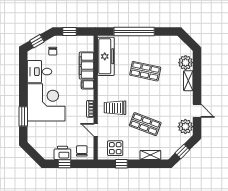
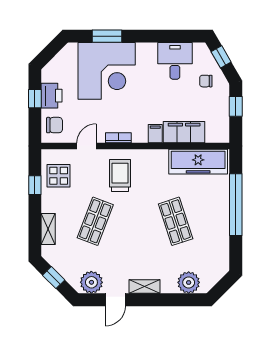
shop shelf: (145, 71) -> (176, 221), turned -30
shelving: (188, 81) -> (145, 287), moved
corner desk: (46, 102) -> (107, 71), moved

